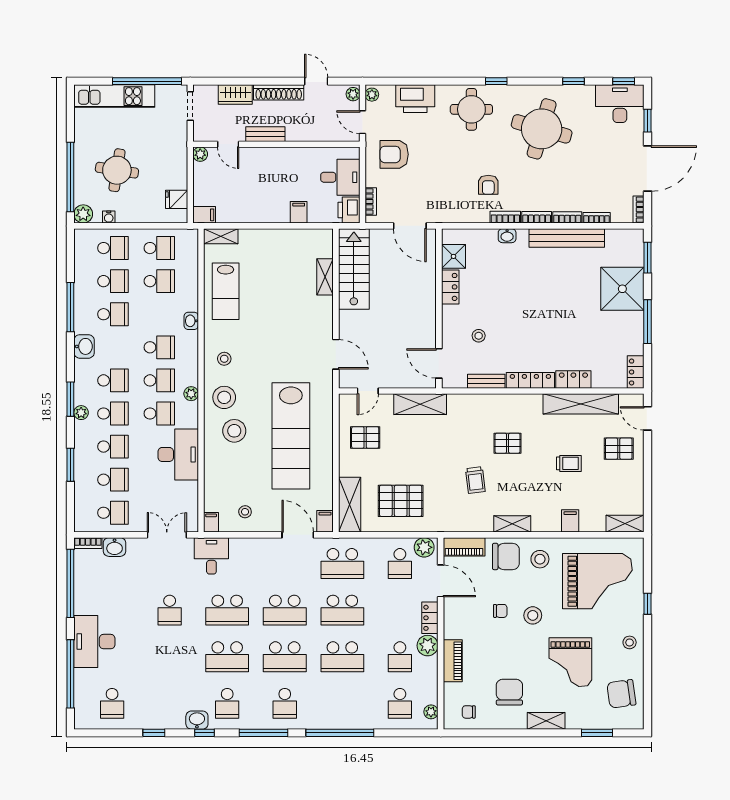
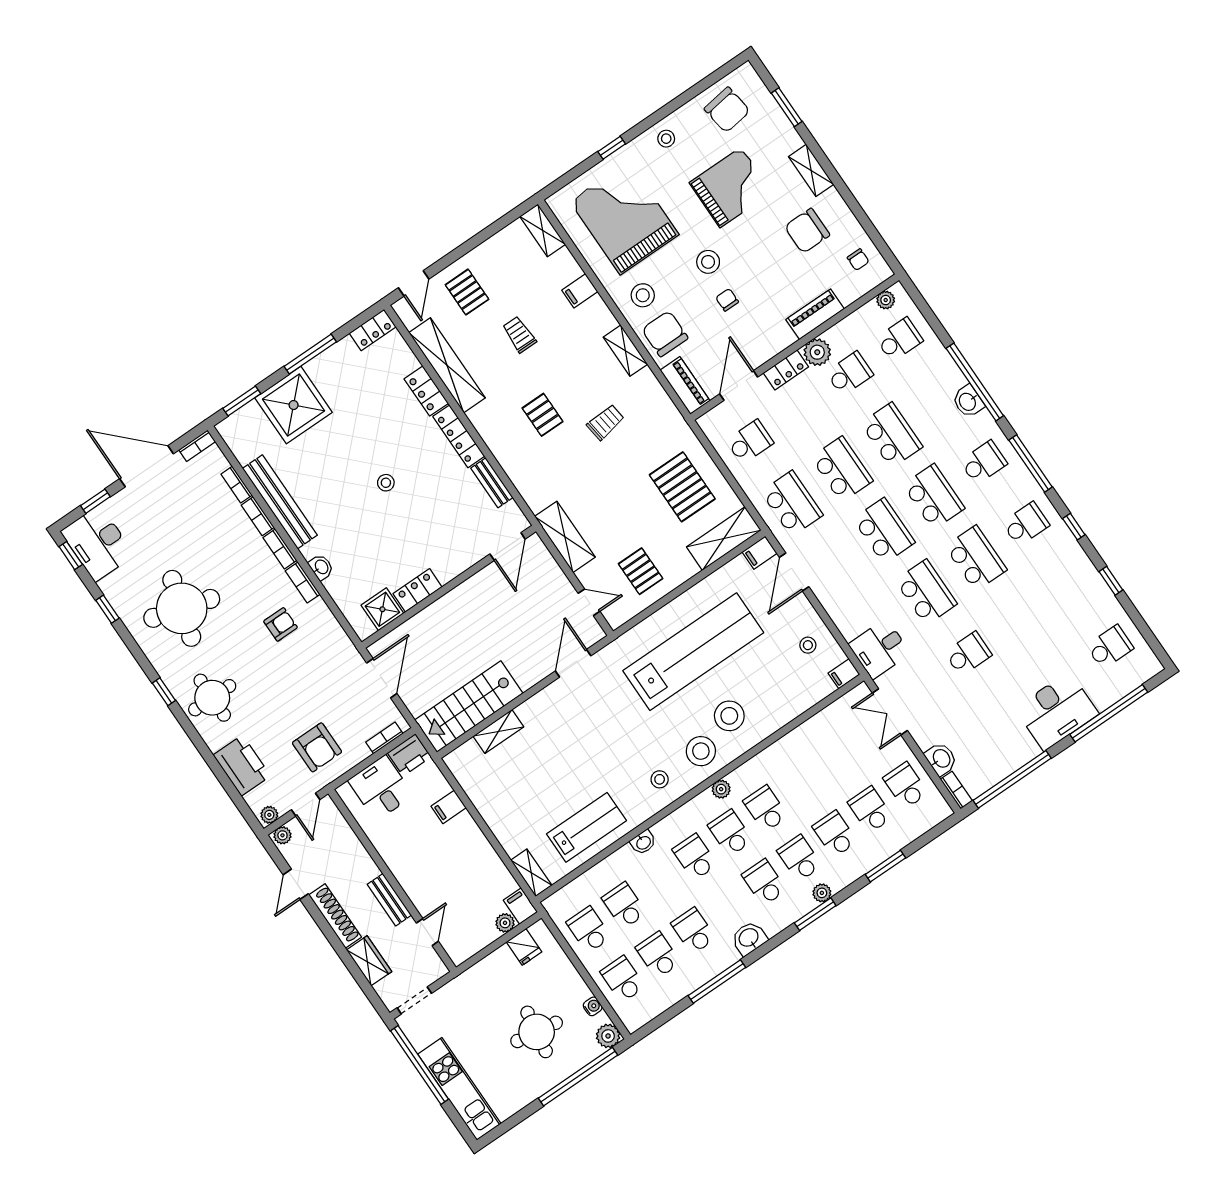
plant: (200, 154) -> (505, 923), moved
stool: (479, 336) -> (386, 483), moved
desk: (178, 454) -> (796, 759), removed
plant: (424, 547) -> (715, 428), removed
washbasin: (197, 720) -> (968, 401), moved

